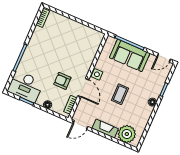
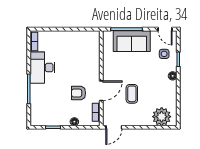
door: (164, 58) -> (165, 29), hinge flipped
side table: (97, 74) -> (164, 54), moved
desk: (26, 86) -> (42, 68), moved, turned 90
door: (83, 88) -> (101, 91), hinge flipped
coffee table: (120, 94) -> (132, 94), moved
fireplace: (105, 129) -> (139, 120), removed

